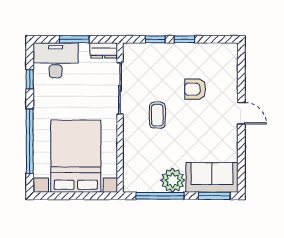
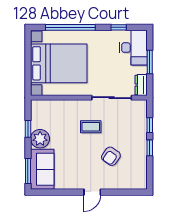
armchair: (195, 89) -> (111, 156), turned -145
window: (160, 196) -> (28, 129), width x0.46

